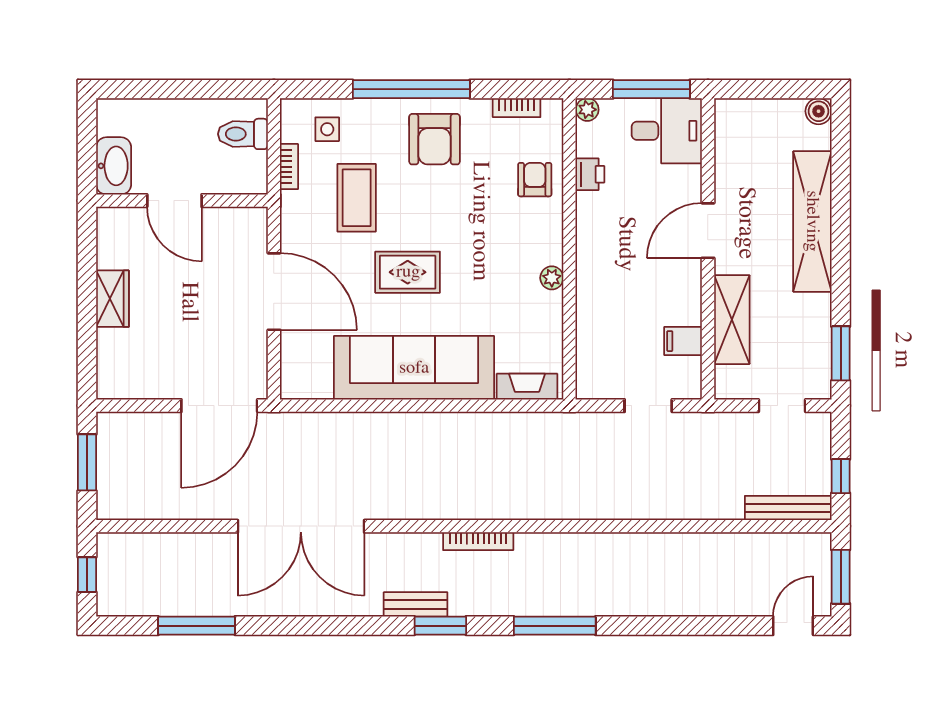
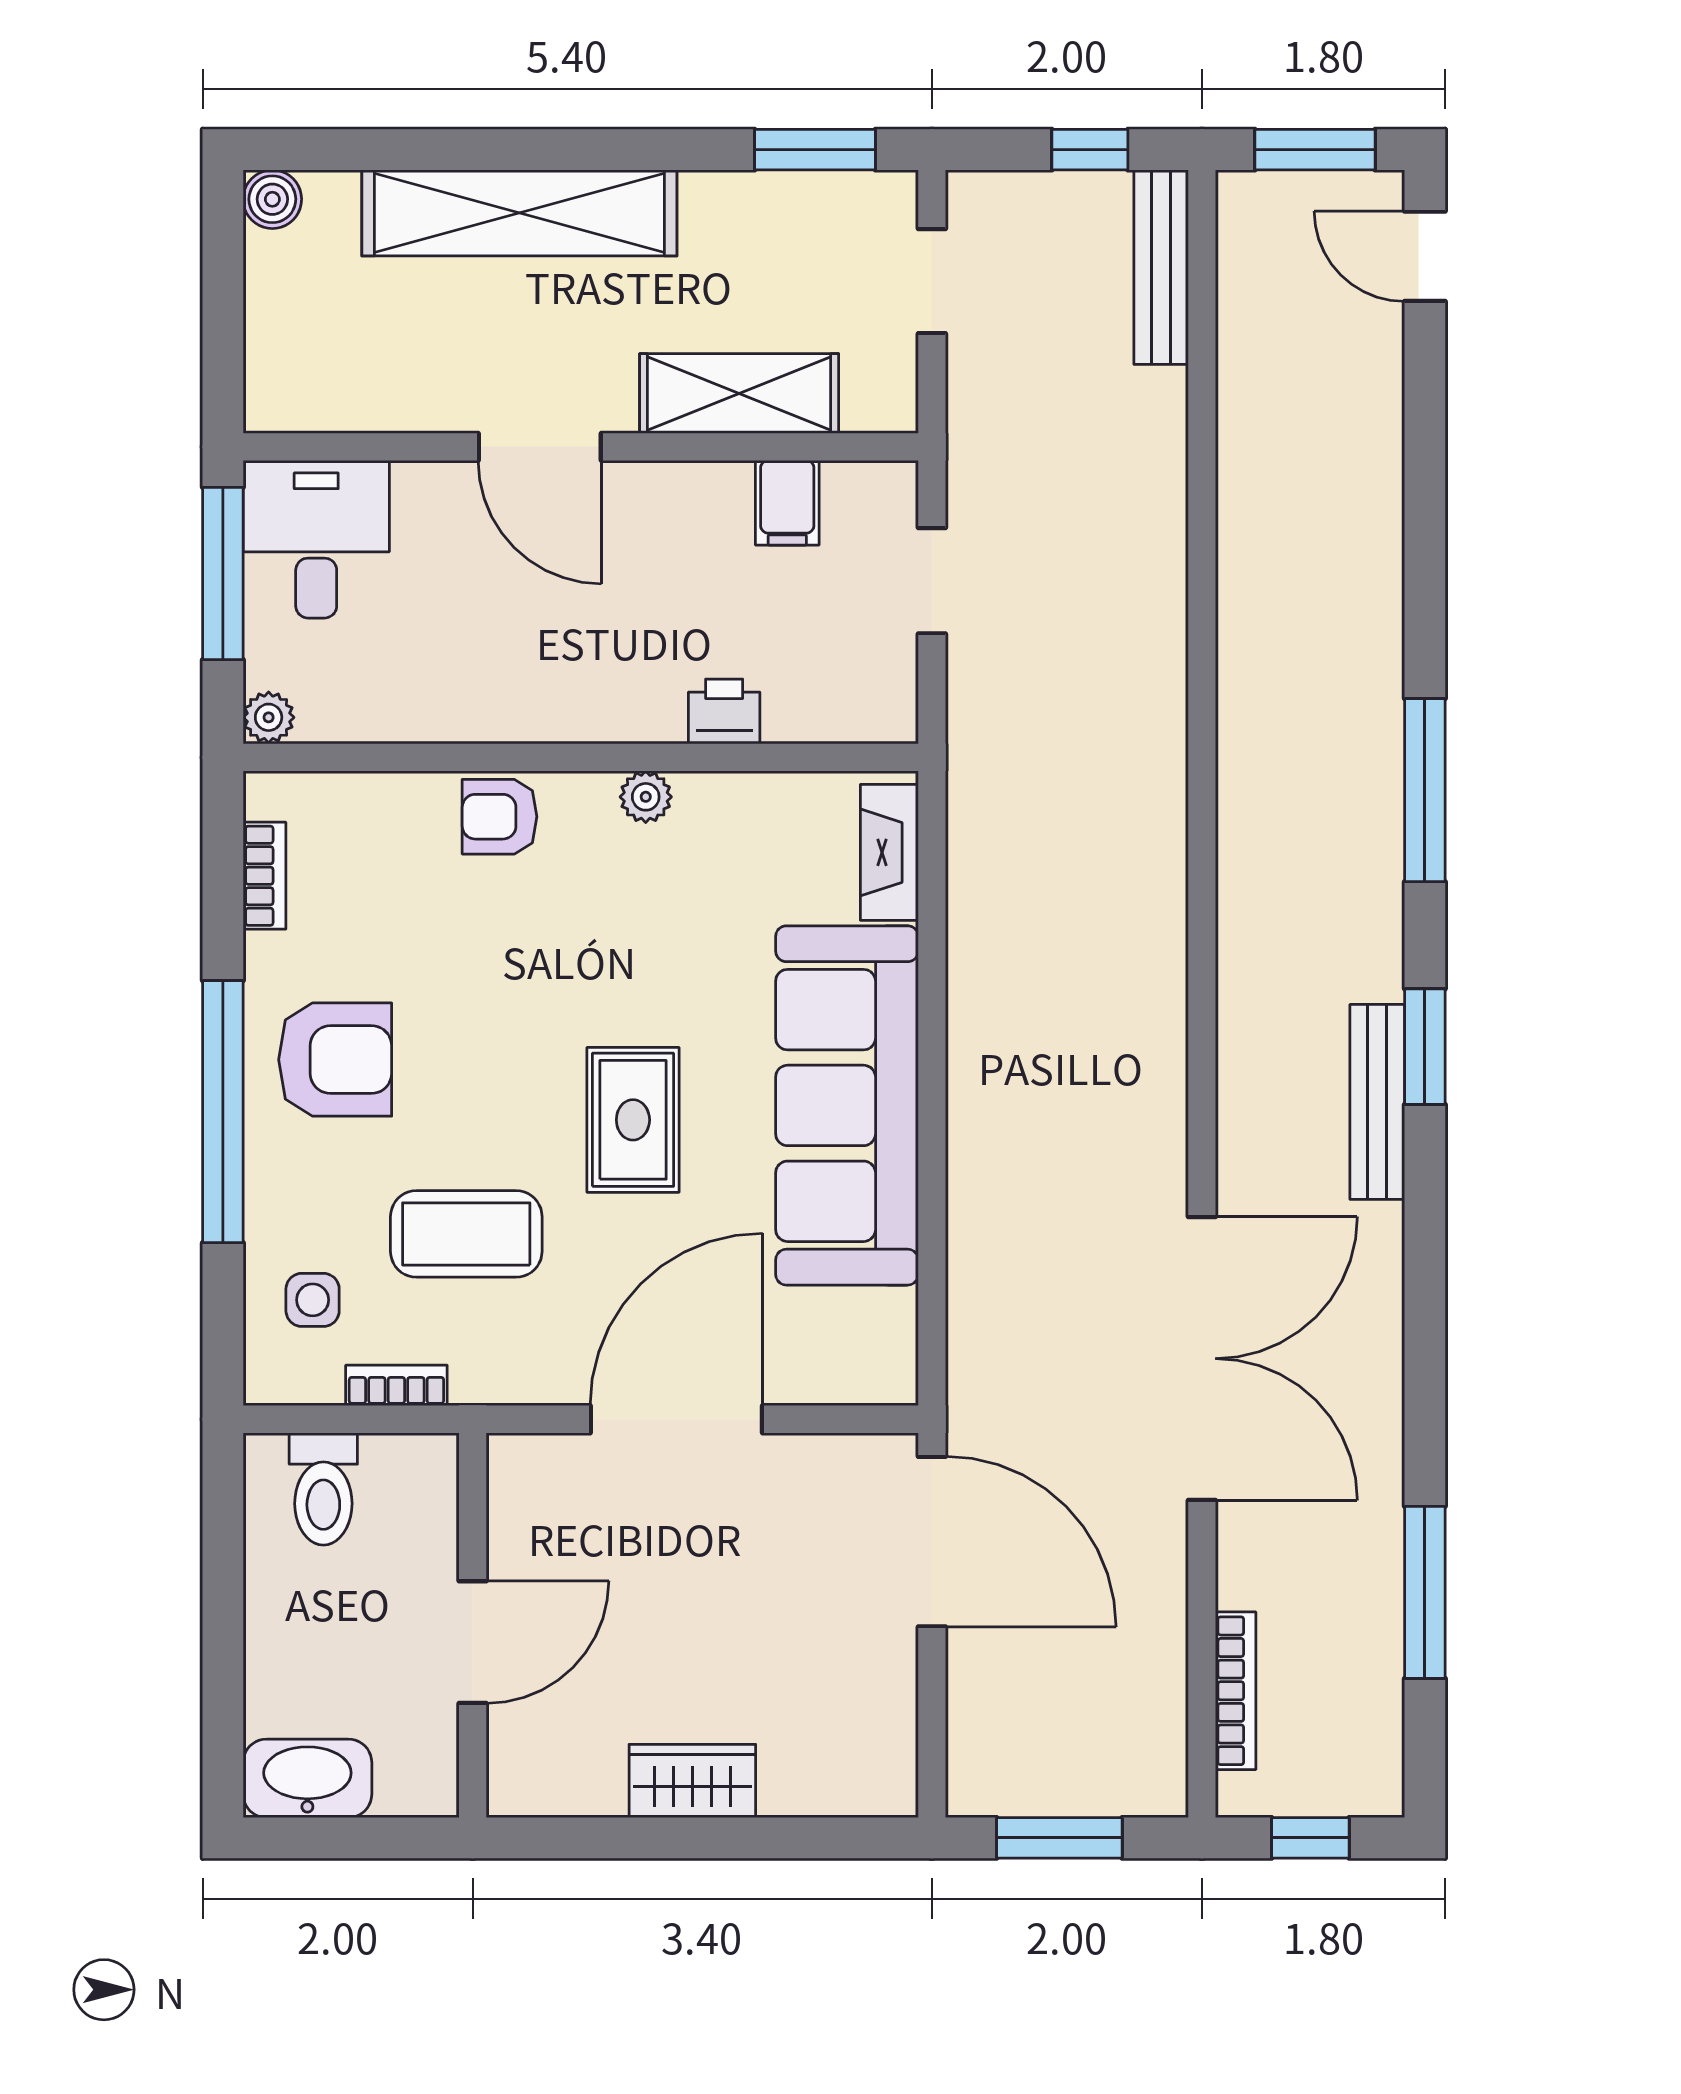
washbasin: (114, 166) -> (307, 1778), moved
printer: (590, 174) -> (724, 712), moved
armchair: (535, 180) -> (500, 817), moved
bookcase: (478, 541) -> (1236, 1691), moved
bench: (416, 604) -> (1377, 1102), width x1.36

